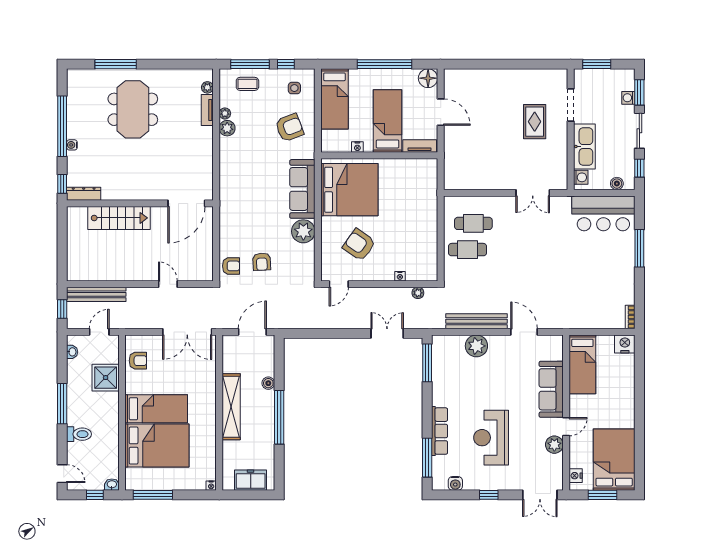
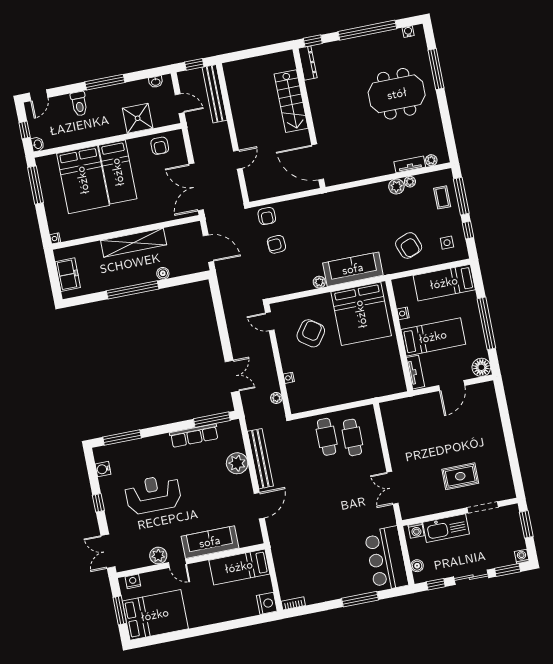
washing machine: (628, 98) -> (522, 556), moved
water cooler: (72, 145) -> (408, 32), moved
plant: (303, 231) -> (319, 282), width x0.53, depth x0.53
row of seats: (440, 431) -> (194, 435), moved

